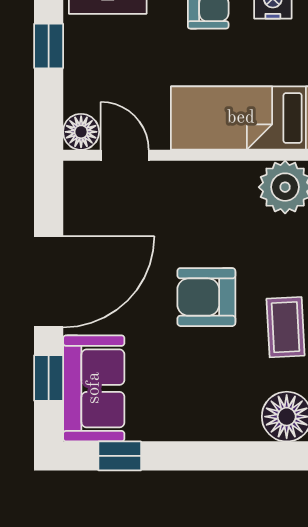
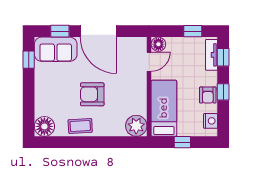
armchair: (206, 297) -> (92, 94), turned -90

